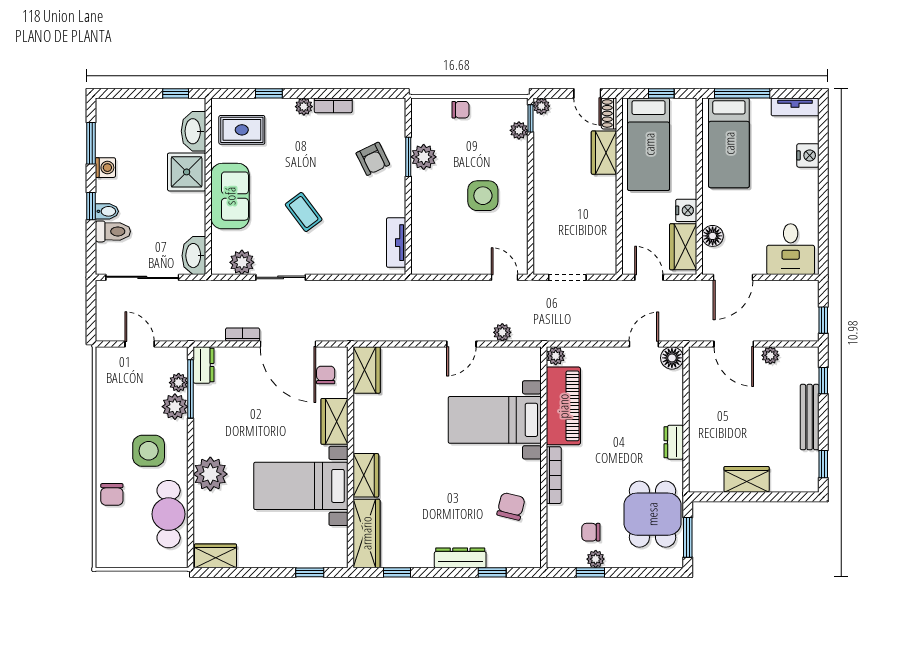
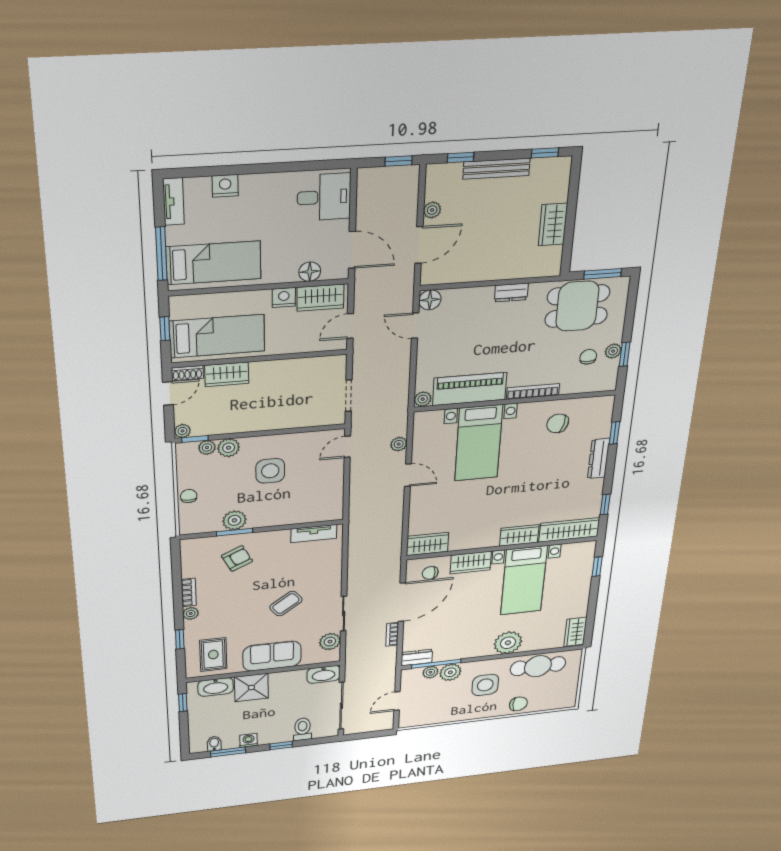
plant: (516, 153) -> (229, 448), added
bidet: (107, 211) -> (214, 744), moved
chair: (591, 532) -> (588, 357), turned 180

